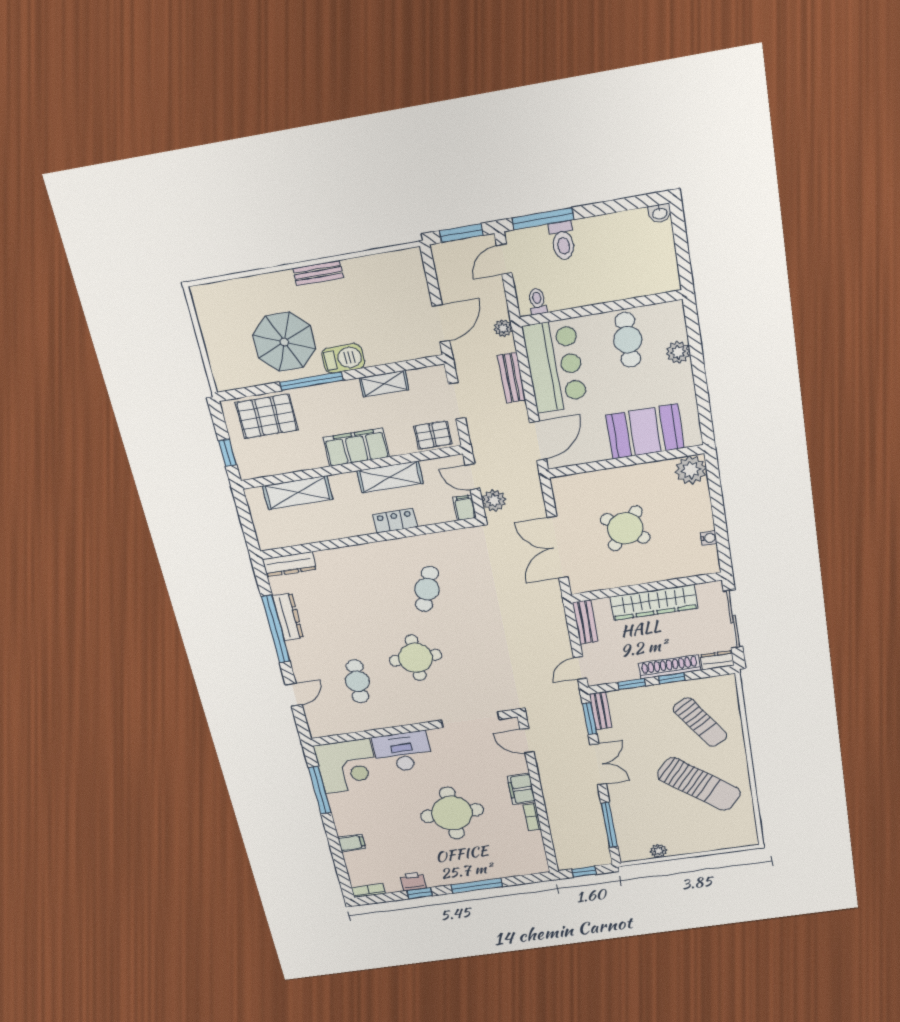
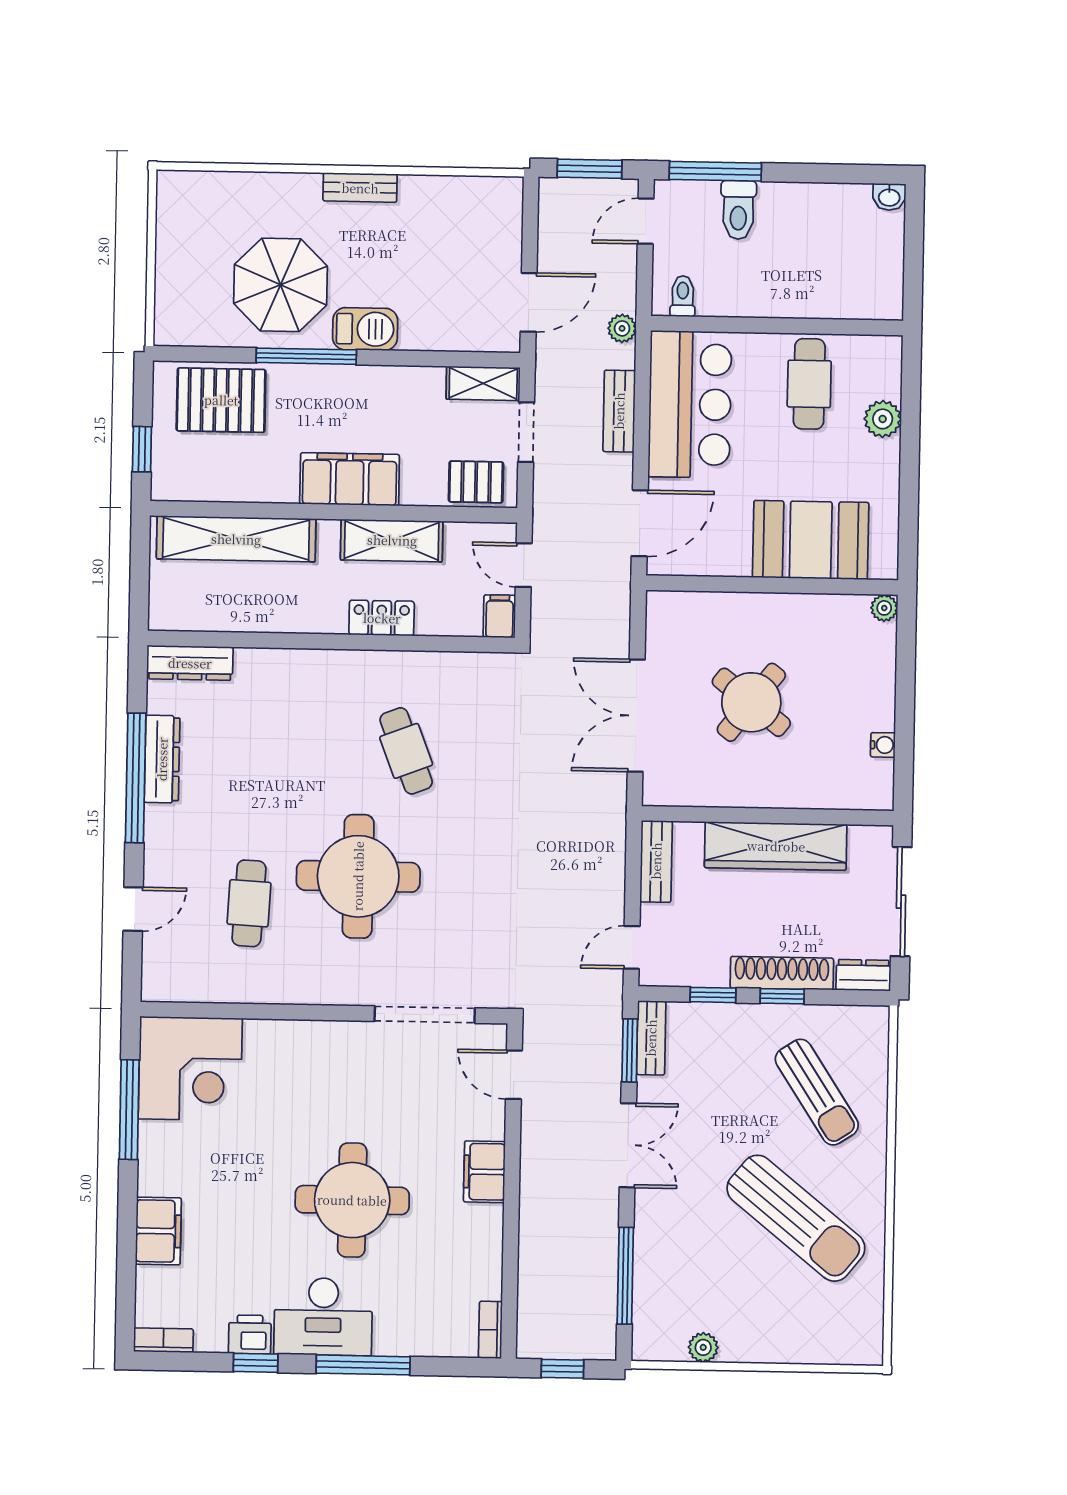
shelving: (384, 384) -> (483, 383), moved
plant: (691, 470) -> (884, 608), width x0.53, depth x0.53
shelving: (297, 493) -> (236, 539), width x1.47
plant: (494, 500) -> (549, 613), removed
cafe table: (427, 589) -> (406, 751), turned -42
round table: (416, 658) -> (358, 876), width x1.36, depth x1.36
desk: (403, 752) -> (323, 1317), moved, turned 180
bookcase: (532, 817) -> (490, 1330), moved
filing cabinet: (352, 843) -> (158, 1231), width x2.00

